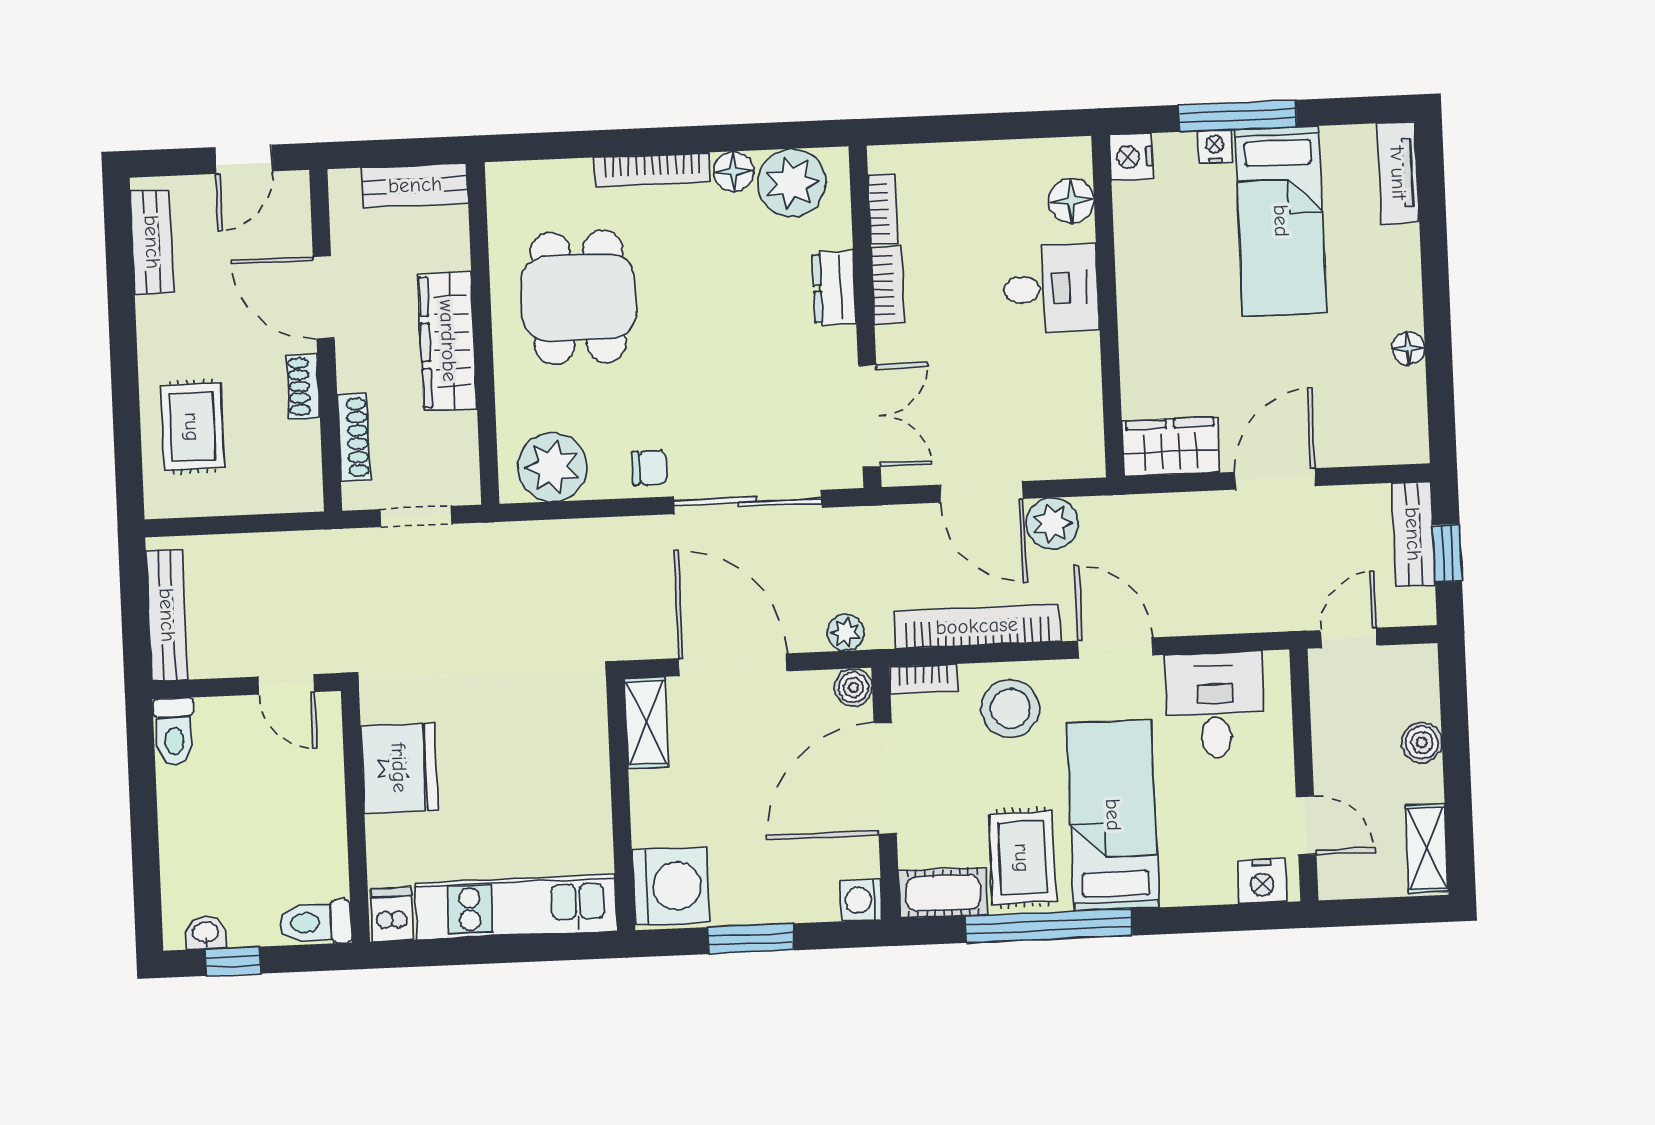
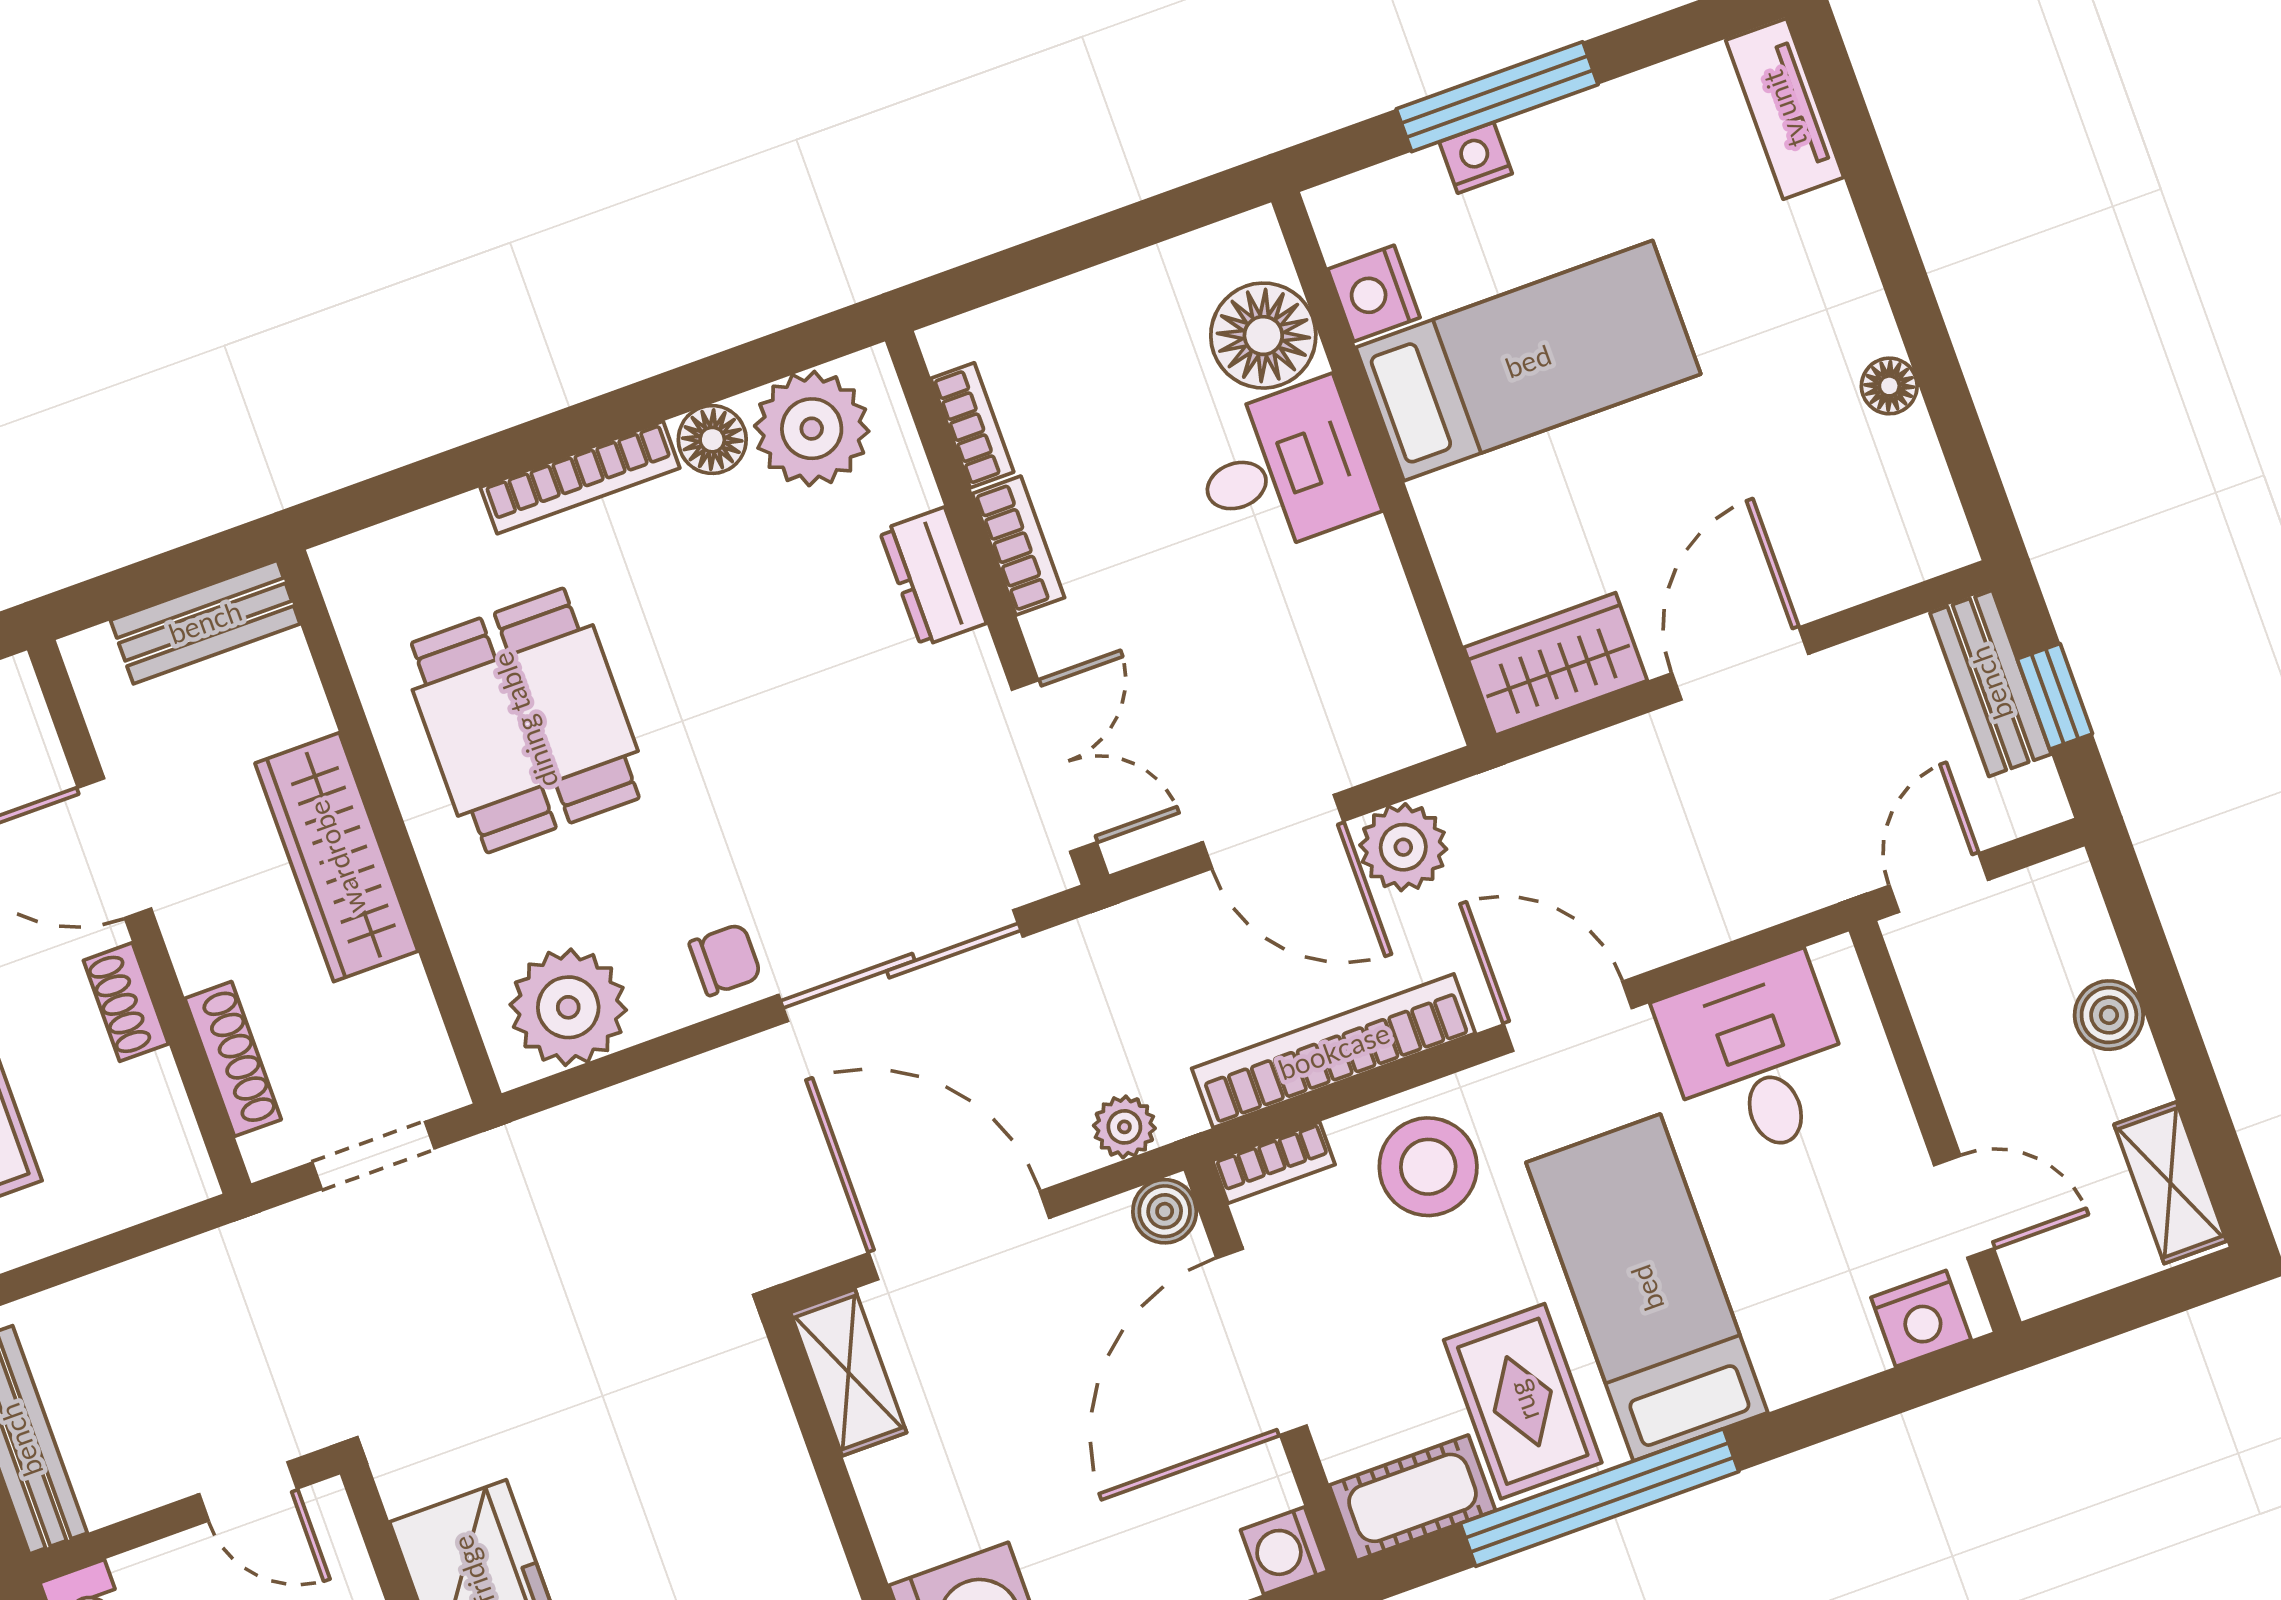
nightstand: (1131, 157) -> (1374, 293), moved
floor lamp: (1072, 201) -> (1263, 336), width x1.38, depth x1.38
bed: (1281, 221) -> (1528, 361), moved, turned -90

